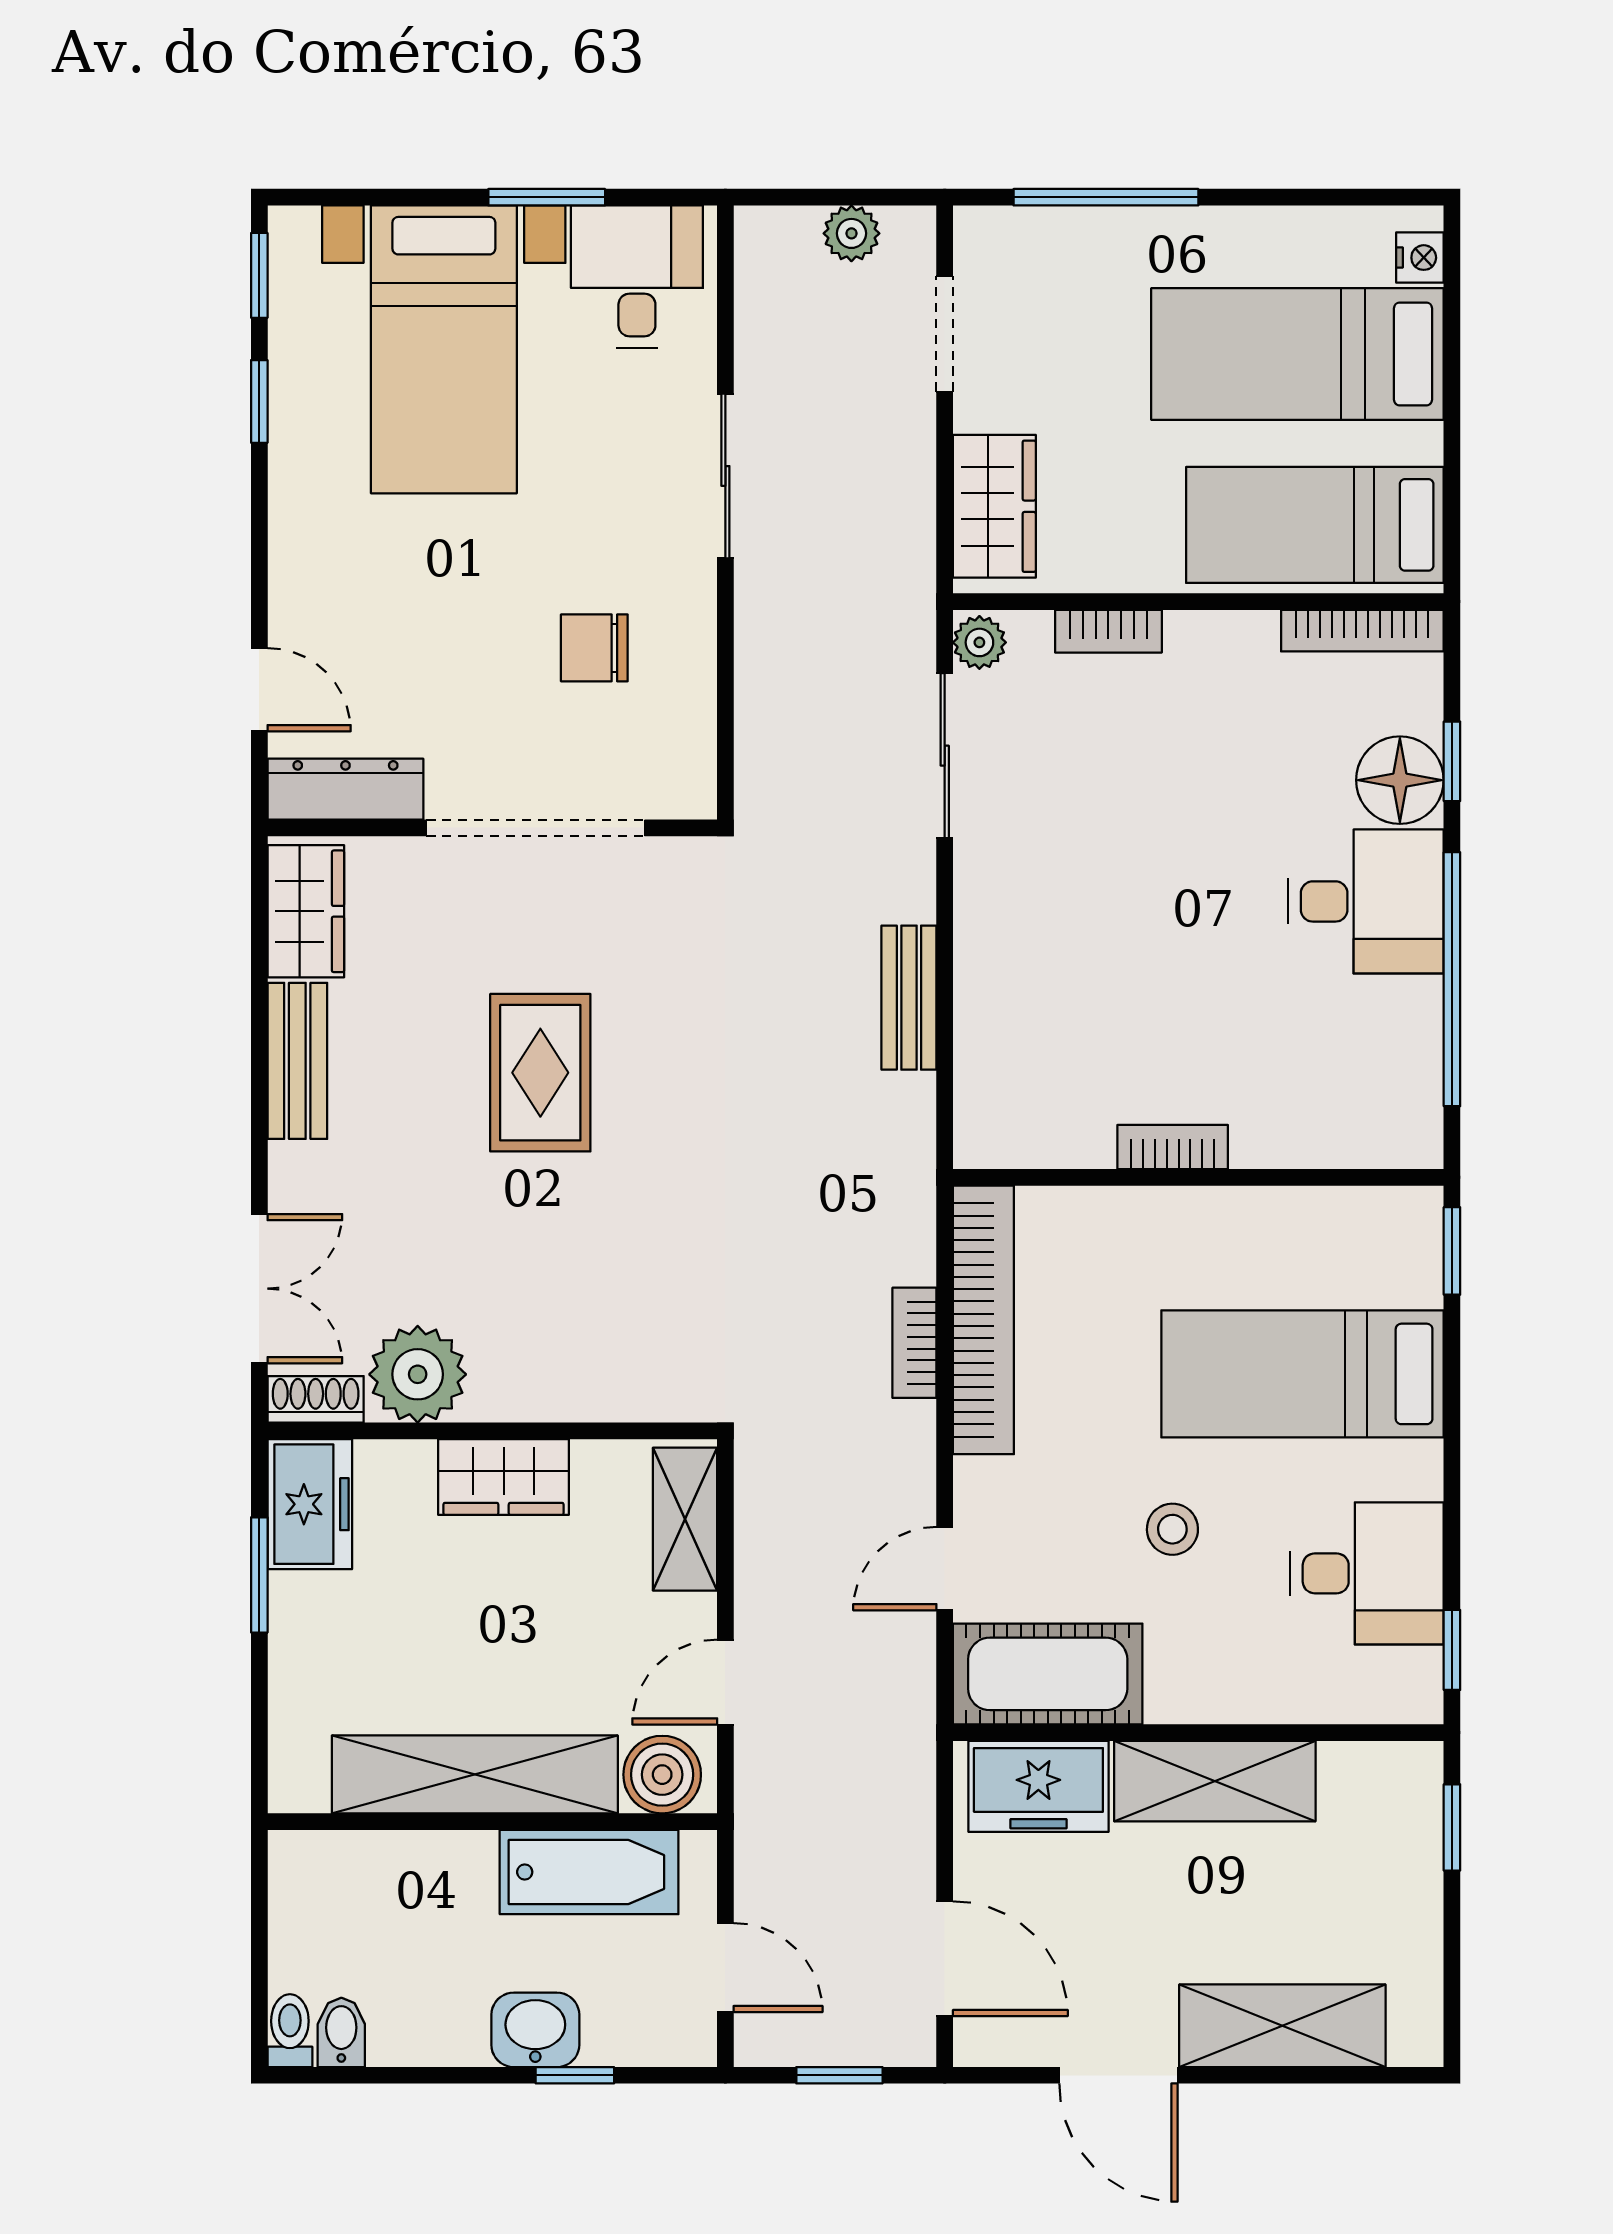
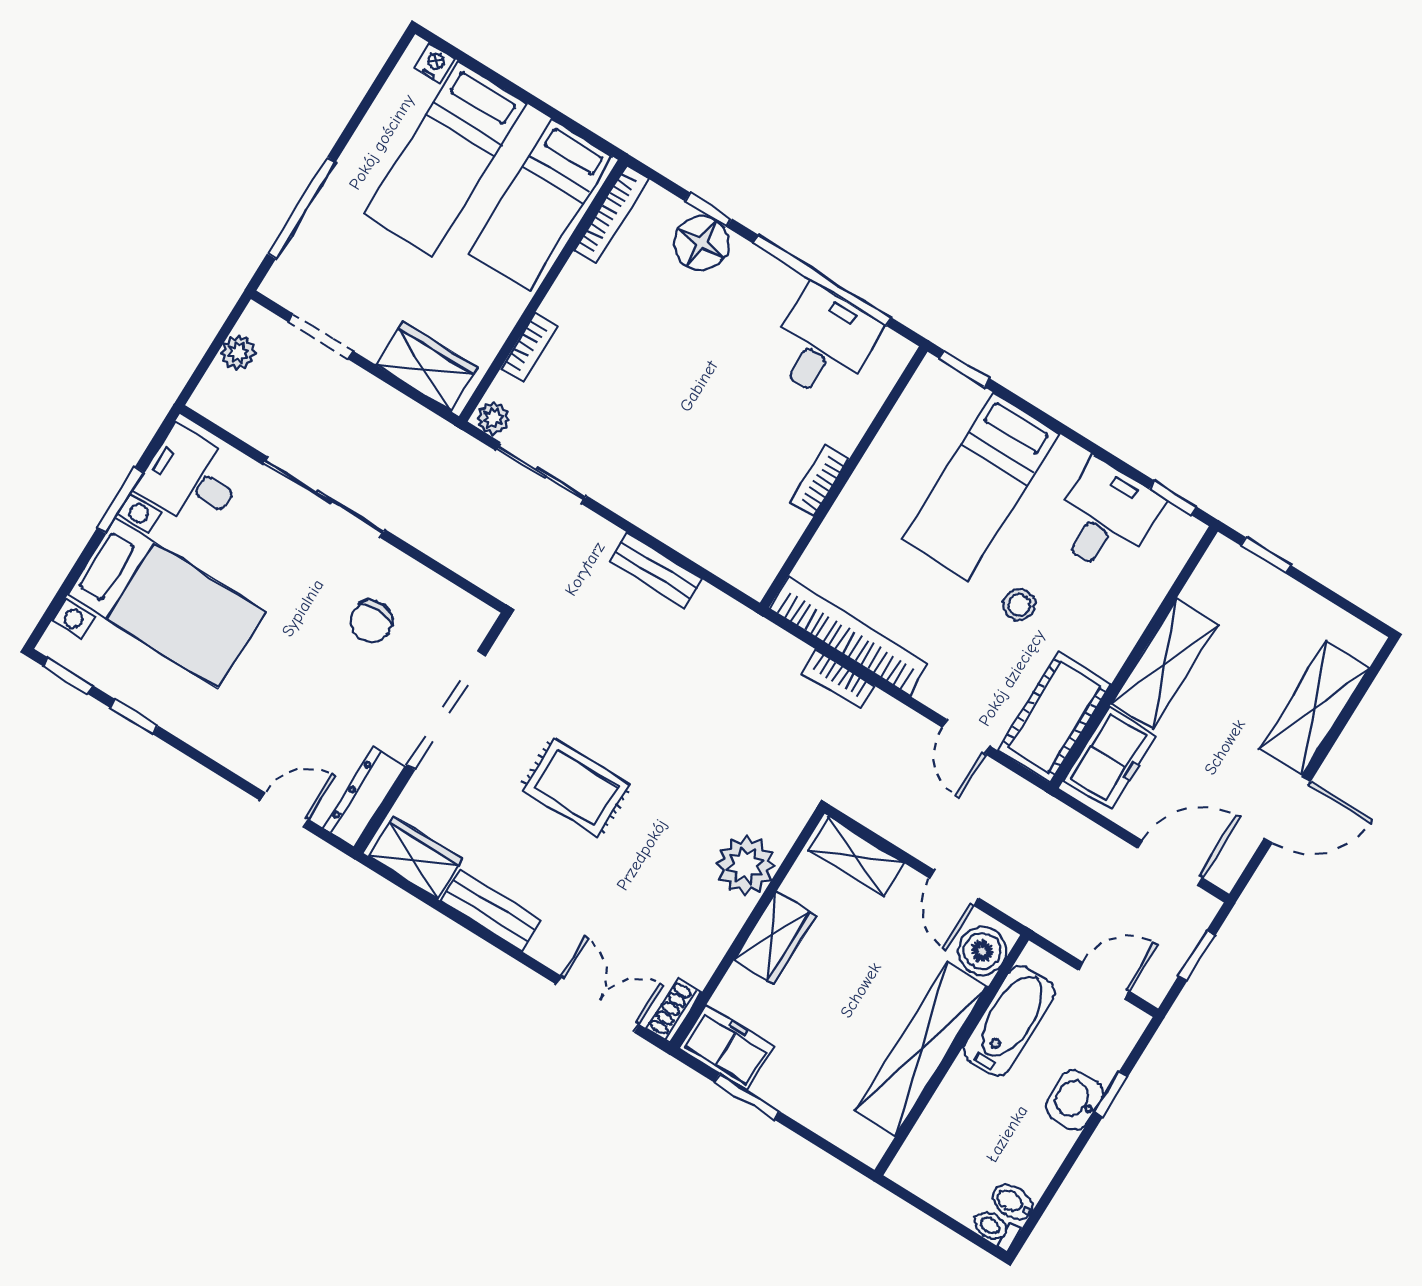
sliding door: (725, 476) -> (324, 497), width x1.37
desk: (1366, 901) -> (824, 343), moved
plant: (418, 1374) -> (746, 865), moved

